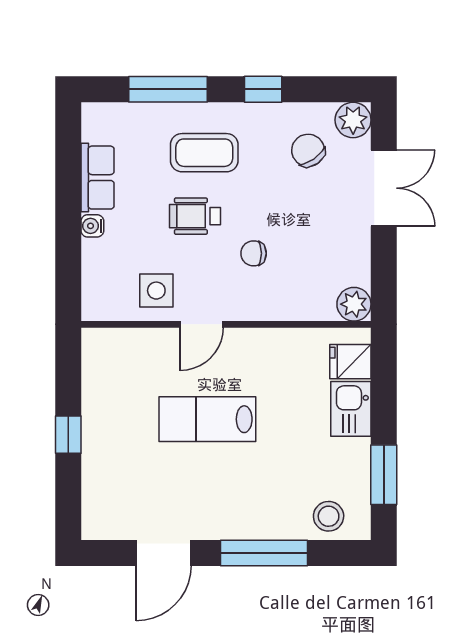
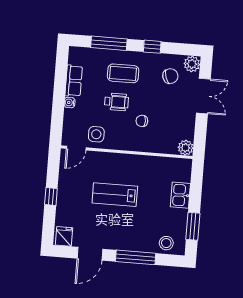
chair: (308, 150) -> (170, 76), turned 106
wheelchair: (195, 216) -> (117, 102), turned 180
door: (202, 324) -> (76, 148), moved
fridge: (350, 362) -> (64, 236), moved, turned 90

